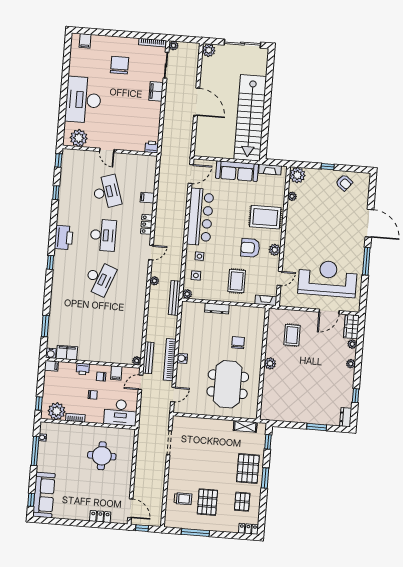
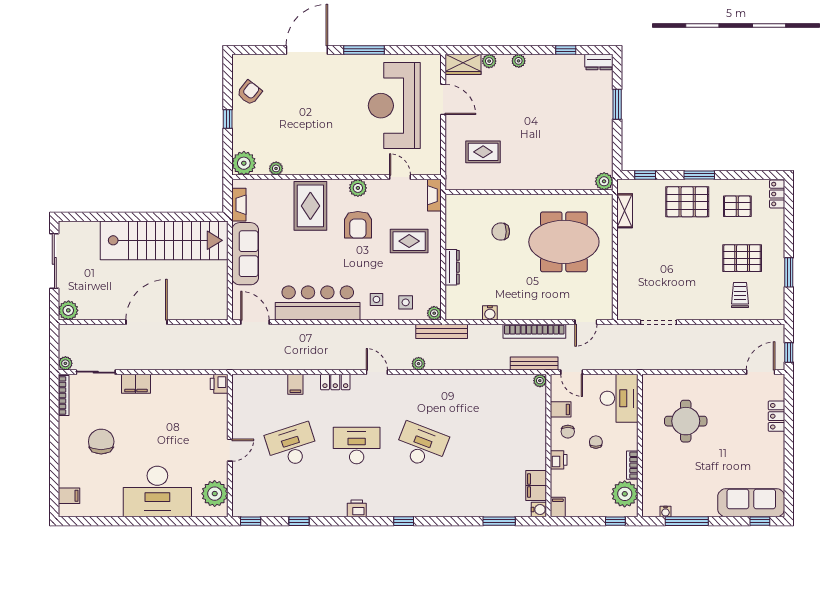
chair: (119, 65) -> (101, 442), turned 90
printer: (64, 238) -> (357, 508), width x0.53, depth x0.68
water cooler: (182, 358) -> (490, 313), moved
plant: (270, 363) -> (604, 181), moved
door: (173, 394) -> (586, 322), swing flipped
window: (195, 532) -> (789, 272), width x0.69

